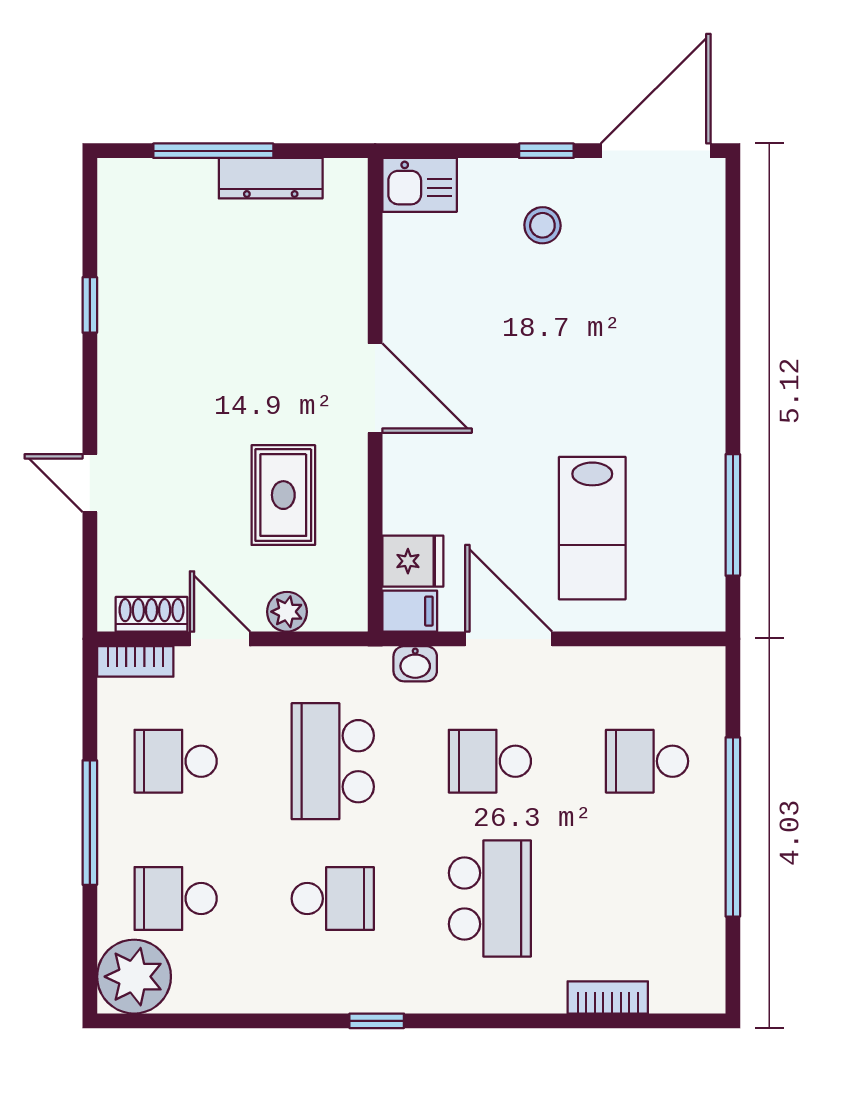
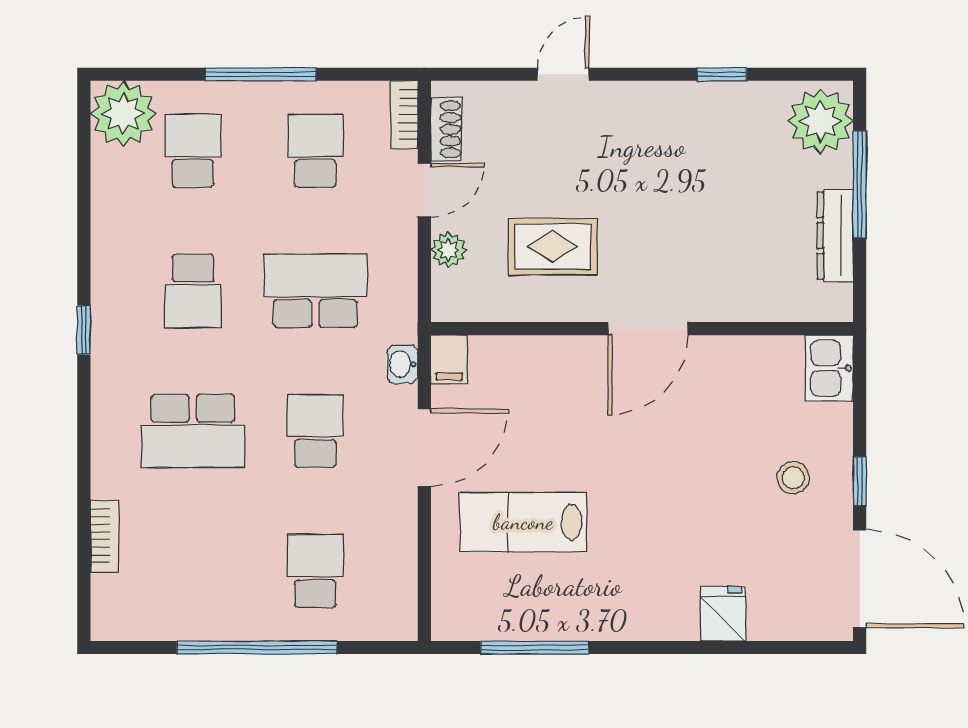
plant: (143, 195) -> (820, 121), added
fridge: (413, 561) -> (723, 614), moved, turned 180

